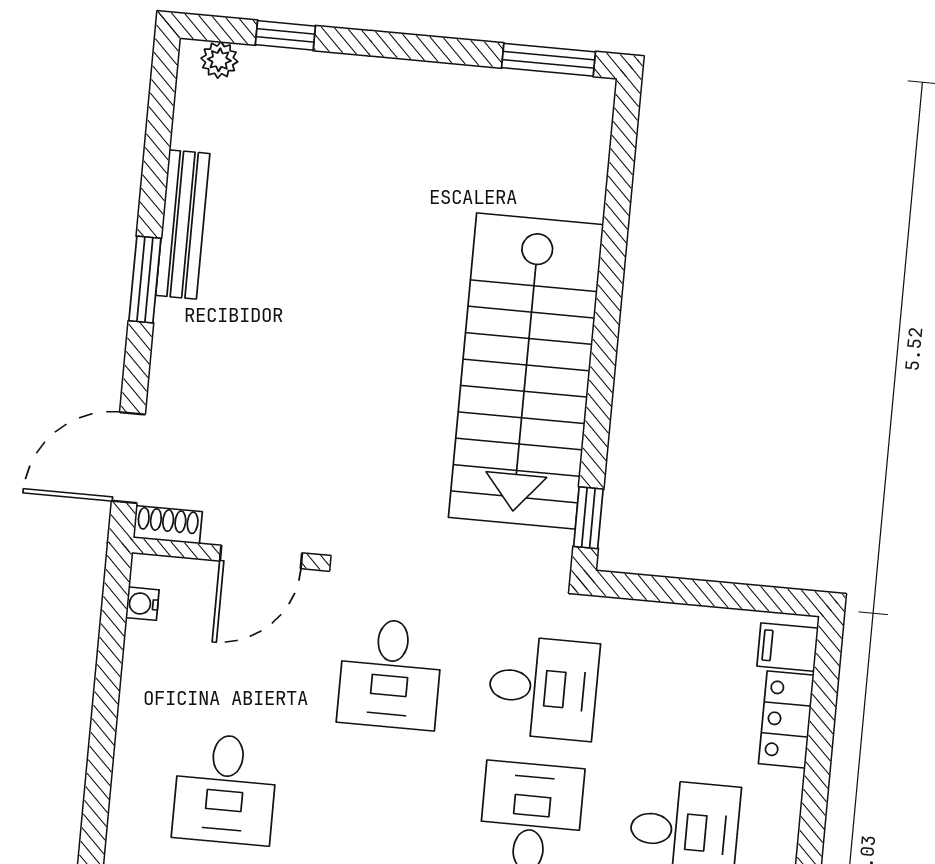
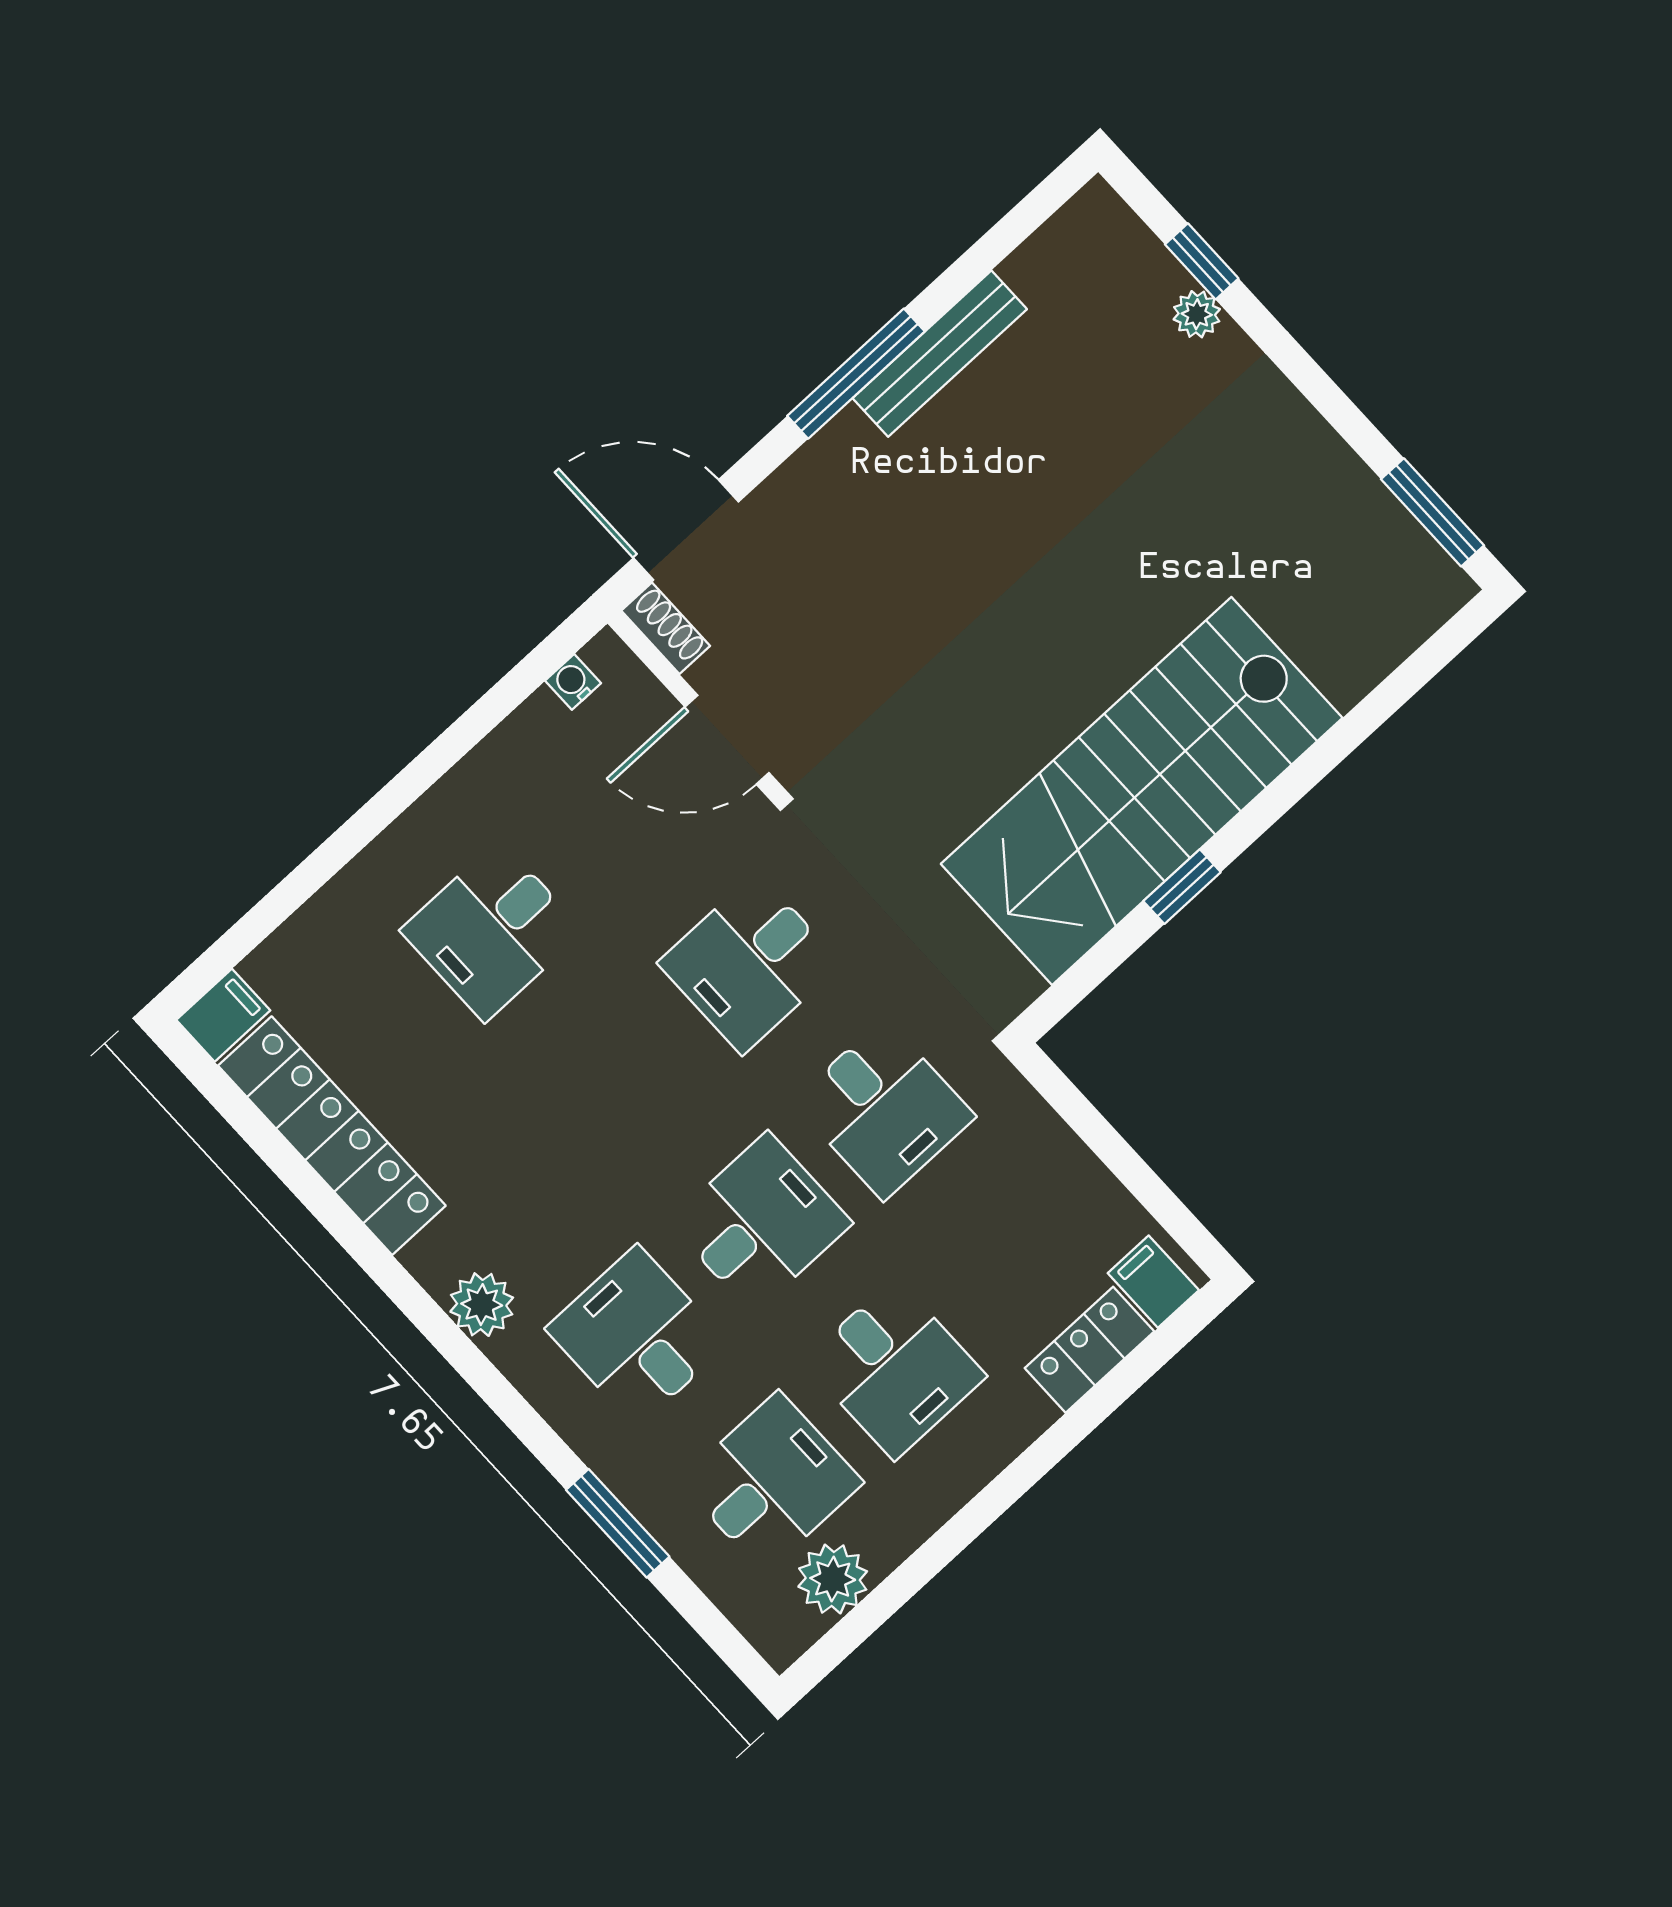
plant: (219, 60) -> (1197, 314), moved
window: (145, 279) -> (856, 374), width x1.44
window: (588, 518) -> (1182, 887), moved

